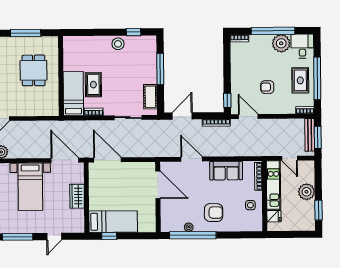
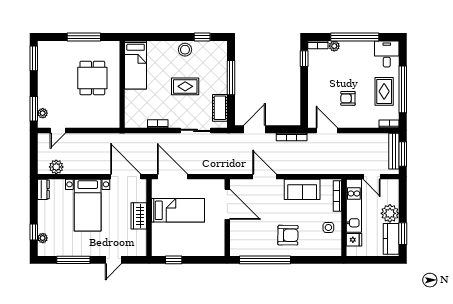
plant: (281, 43) -> (334, 46), moved, width x0.53, depth x0.53
rug: (93, 85) -> (185, 86), moved, turned 90
bed: (73, 94) -> (136, 65), moved, turned 180
window: (227, 100) -> (304, 59), moved
kitchen counter: (308, 215) -> (391, 239), added
bed: (113, 222) -> (178, 210), moved
plant: (189, 227) -> (261, 251), removed

